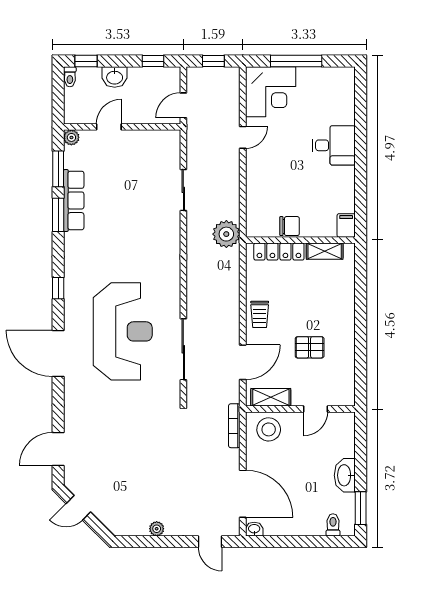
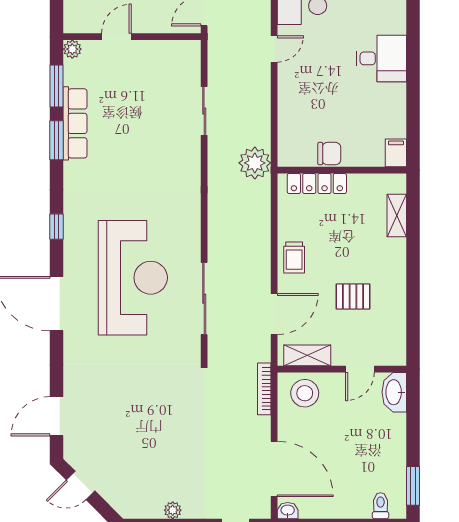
shelving: (325, 251) -> (397, 215), moved, turned 90
washbasin: (345, 475) -> (394, 392), moved

